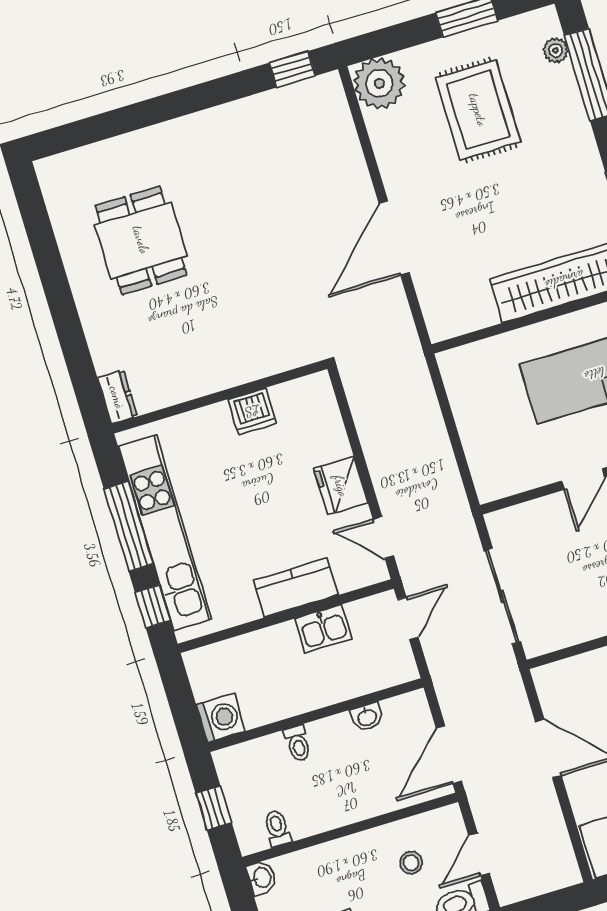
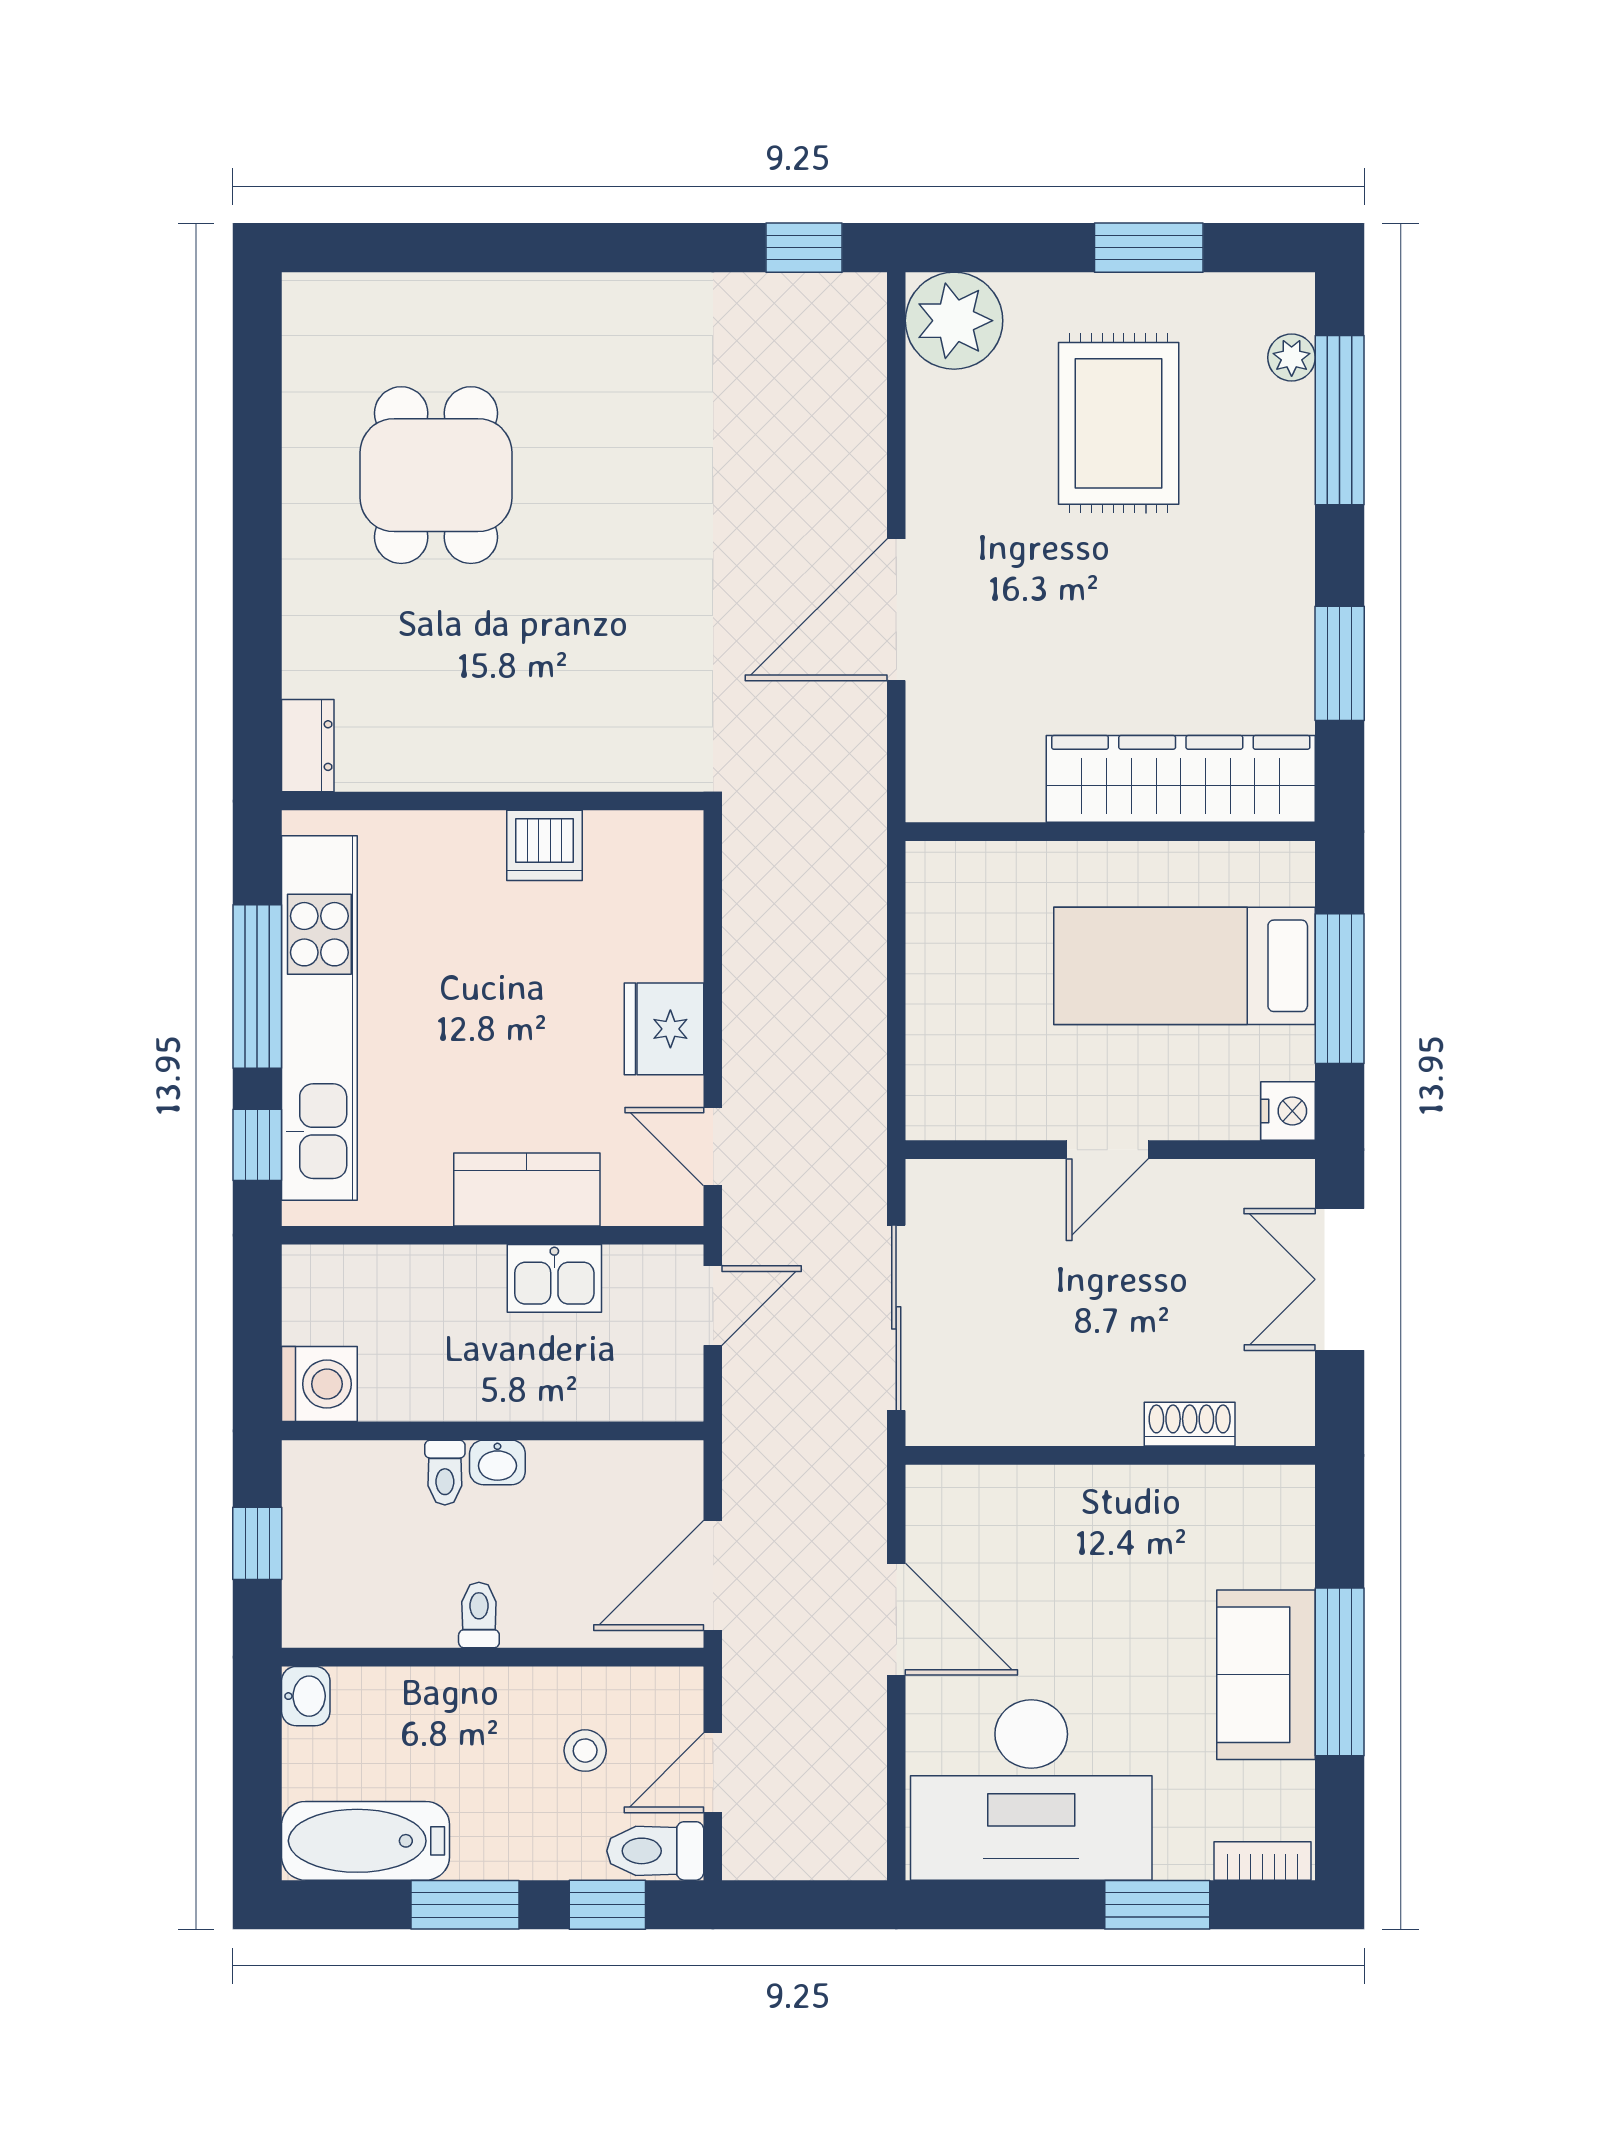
washbasin: (367, 717) -> (497, 1462), moved
toilet: (277, 828) -> (479, 1615), moved

